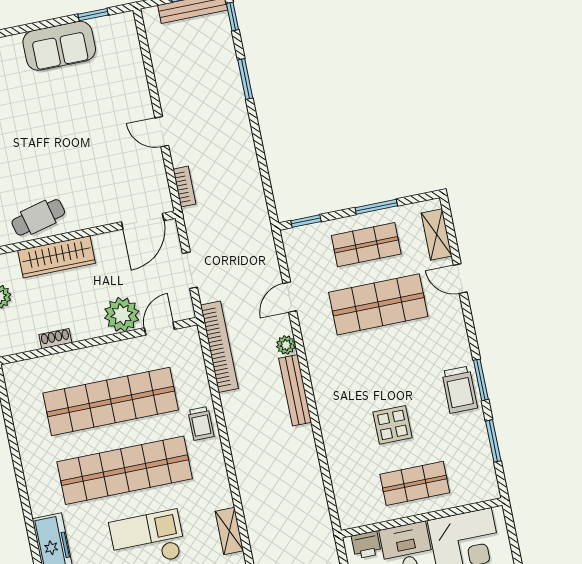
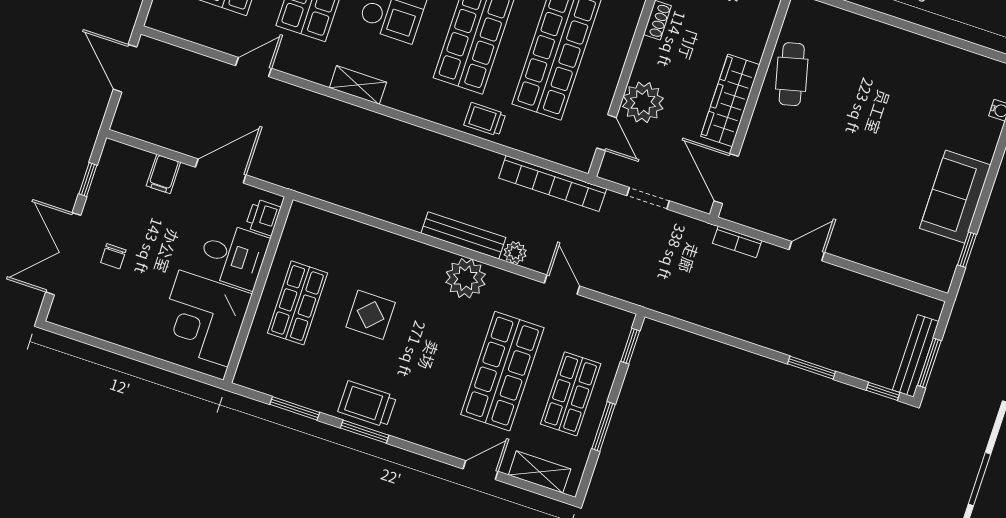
wardrobe: (57, 257) -> (730, 100), moved
plant: (326, 371) -> (466, 278), added

